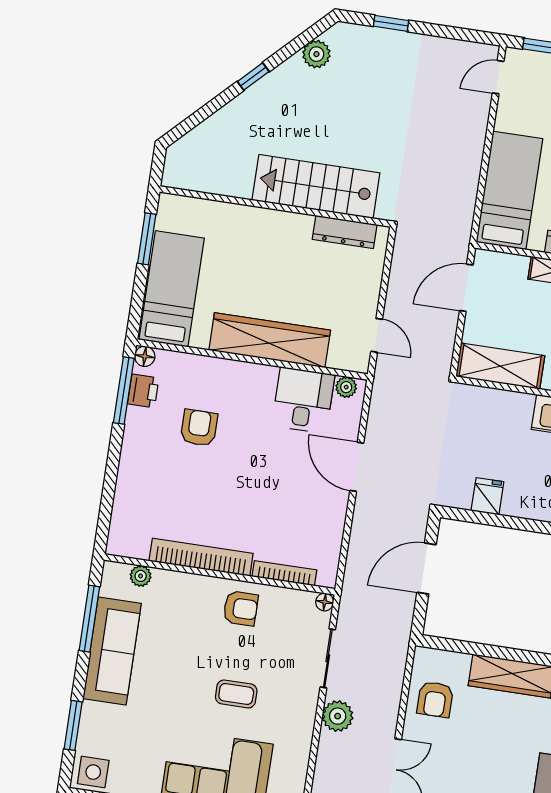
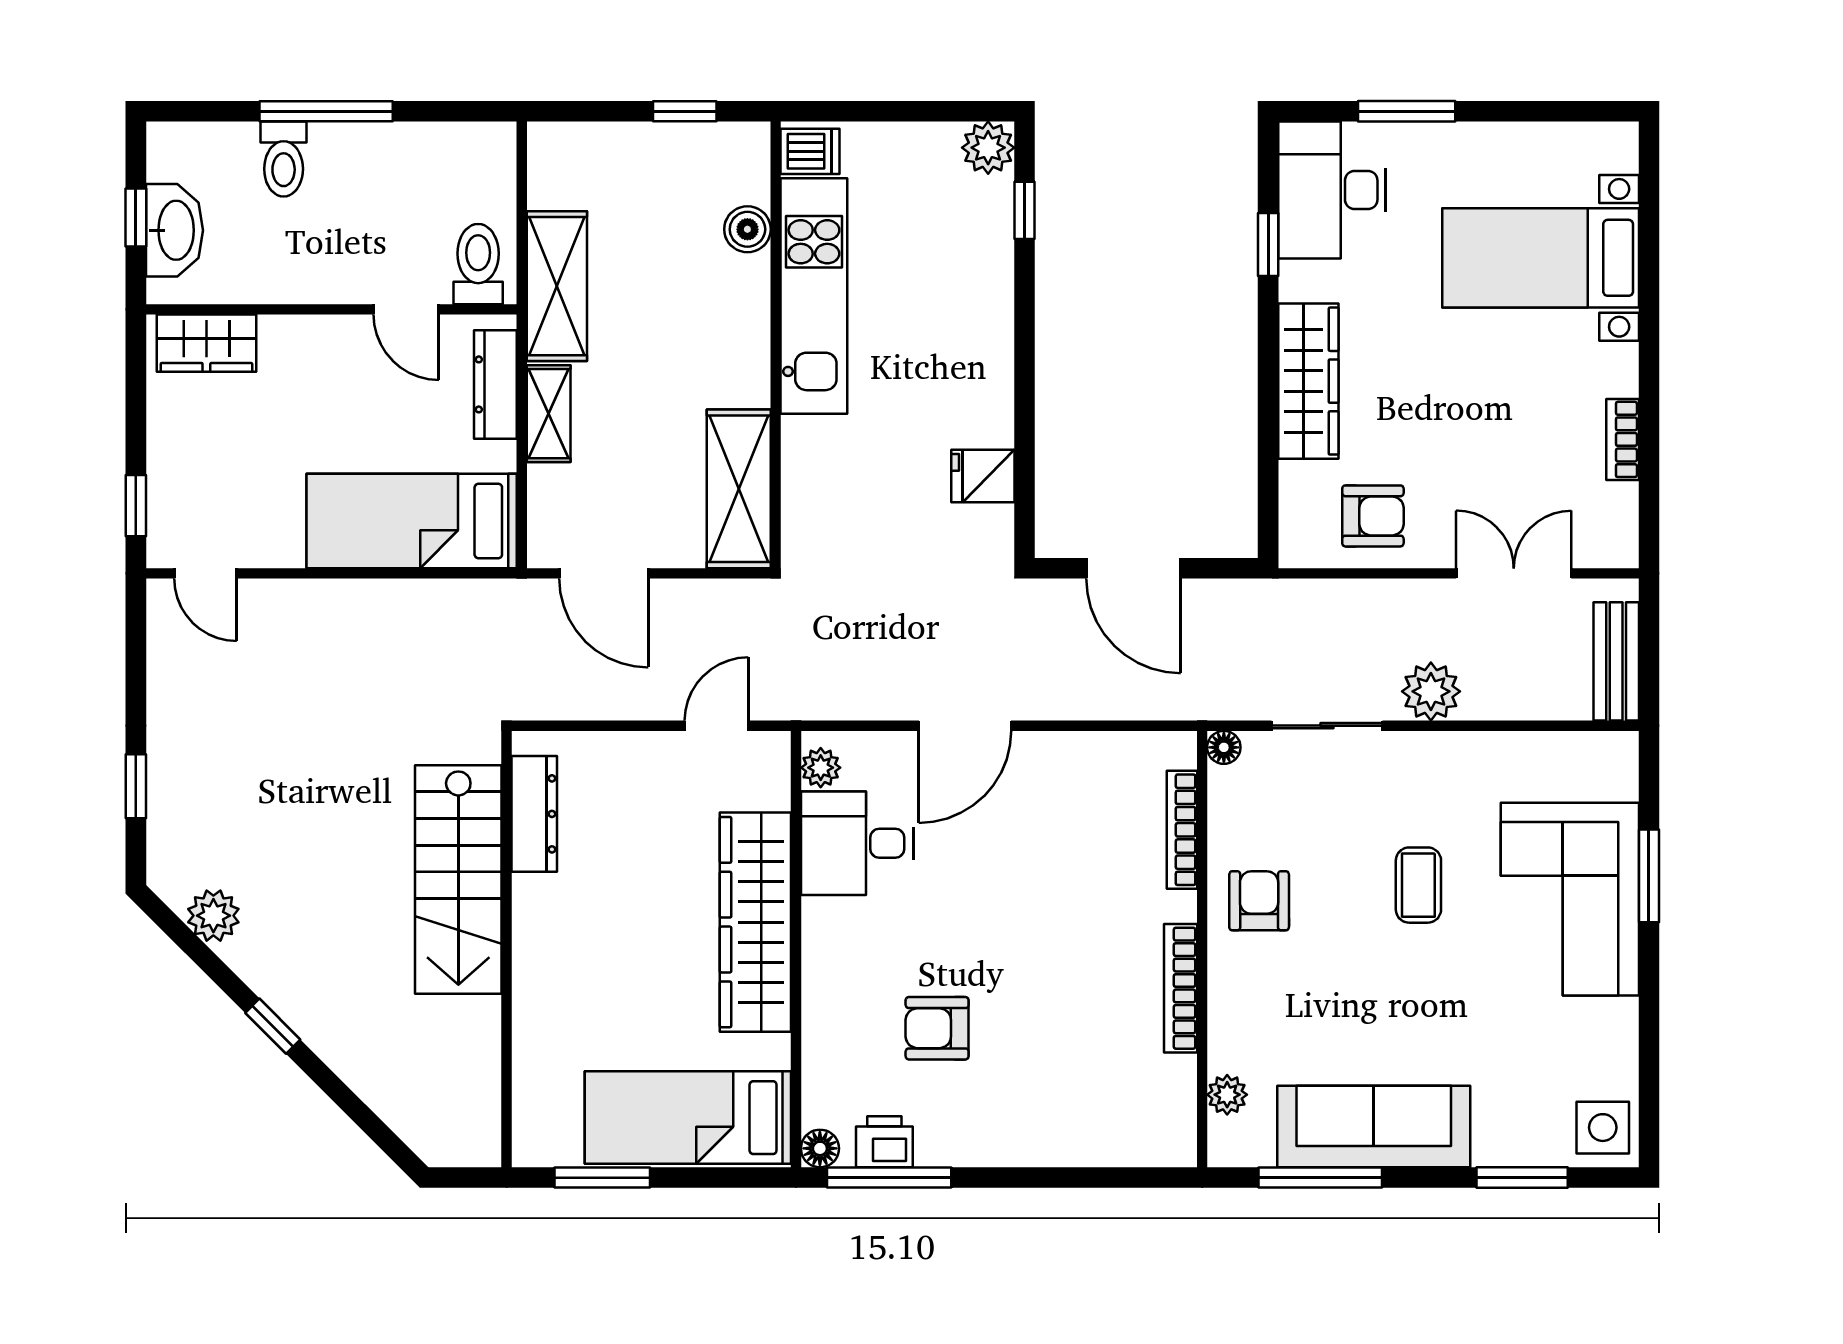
bookcase: (201, 557) -> (1181, 988), width x0.68, depth x0.76

